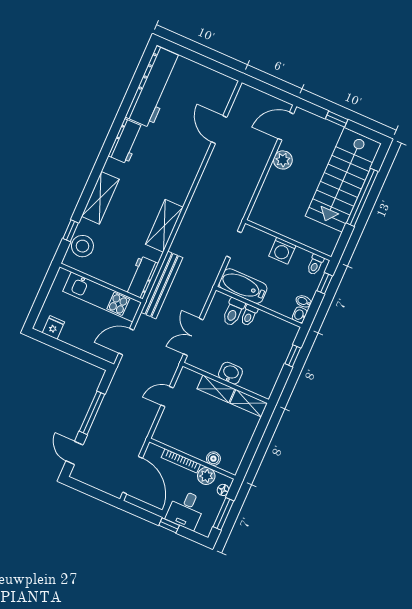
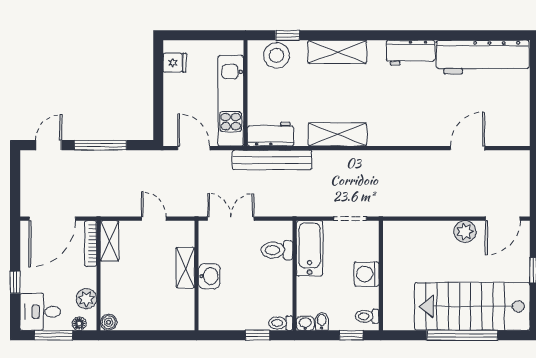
door: (286, 126) -> (503, 219), swing flipped
toilet: (249, 315) -> (281, 323), moved
shelving: (249, 403) -> (110, 241), moved
boiler: (213, 459) -> (109, 322), moved
bookcase: (181, 461) -> (91, 243), moved
desk: (186, 510) -> (40, 312), moved

